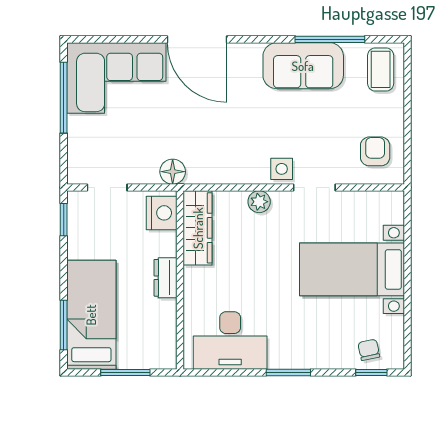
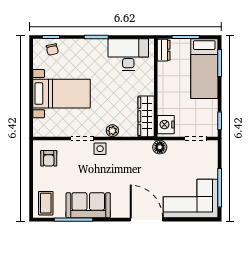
dresser: (166, 278) -> (164, 50), moved

